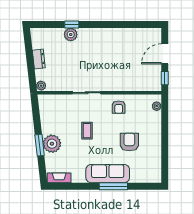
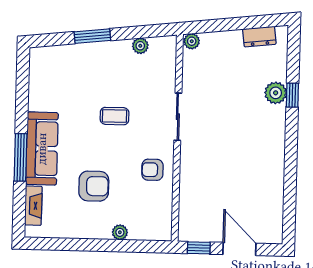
dresser: (39, 59) -> (259, 37), moved
plant: (157, 106) -> (120, 232), moved
plant: (52, 144) -> (140, 46), moved, width x0.53, depth x0.53
fireplace: (59, 178) -> (33, 206), moved

